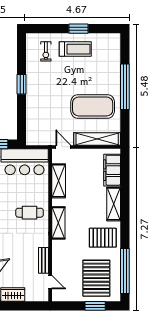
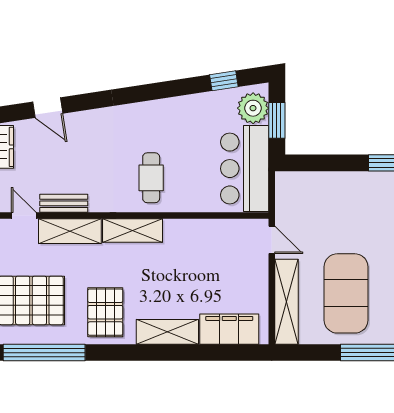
door: (63, 147) -> (272, 240), hinge flipped
shelving: (59, 181) -> (70, 231), moved
door: (50, 282) -> (24, 215), swing flipped

